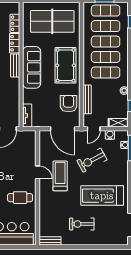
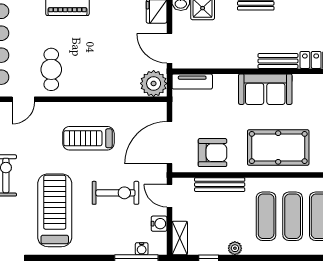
sofa: (32, 67) -> (265, 89), width x0.73
plant: (28, 138) -> (154, 83), added
exercise bike: (92, 160) -> (115, 193), turned 118
door: (37, 172) -> (23, 99), moved
treadmill: (60, 176) -> (88, 138), turned 180

